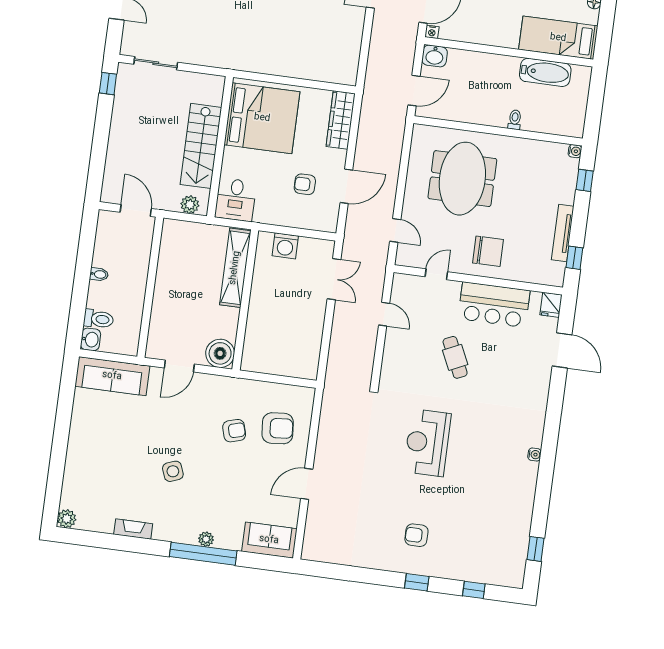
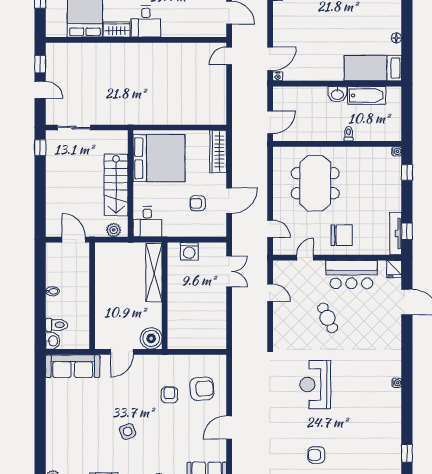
washbasin: (434, 56) -> (337, 94), moved
tv unit: (563, 233) -> (396, 234), moved
armchair: (234, 431) -> (169, 395), turned -74

